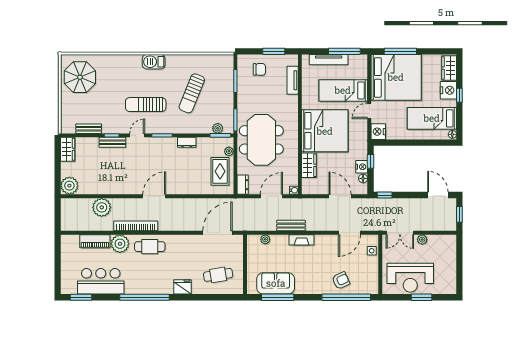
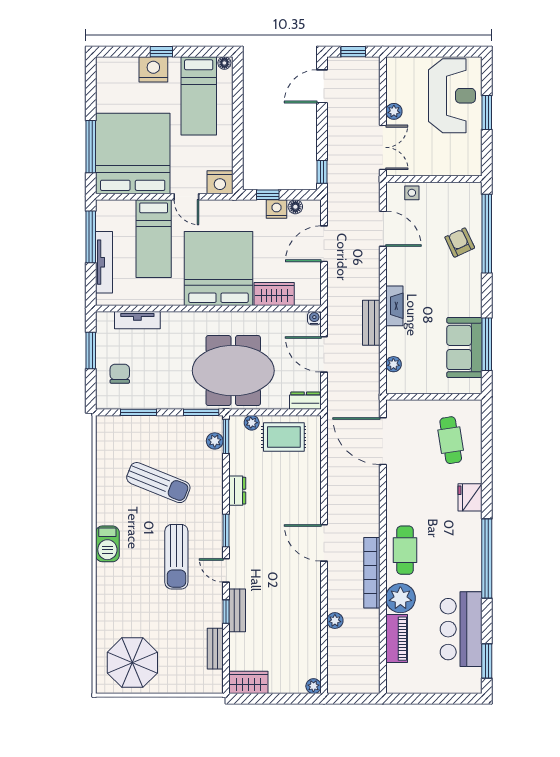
wardrobe: (449, 68) -> (118, 68), removed
plant: (69, 186) -> (313, 686), width x0.53, depth x0.53
plant: (102, 207) -> (335, 621), width x0.53, depth x0.53
reception desk: (410, 278) -> (452, 96), moved

